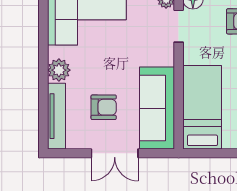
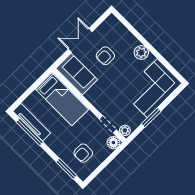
sofa: (157, 108) -> (77, 74), width x0.73
tv unit: (56, 116) -> (122, 31), removed

